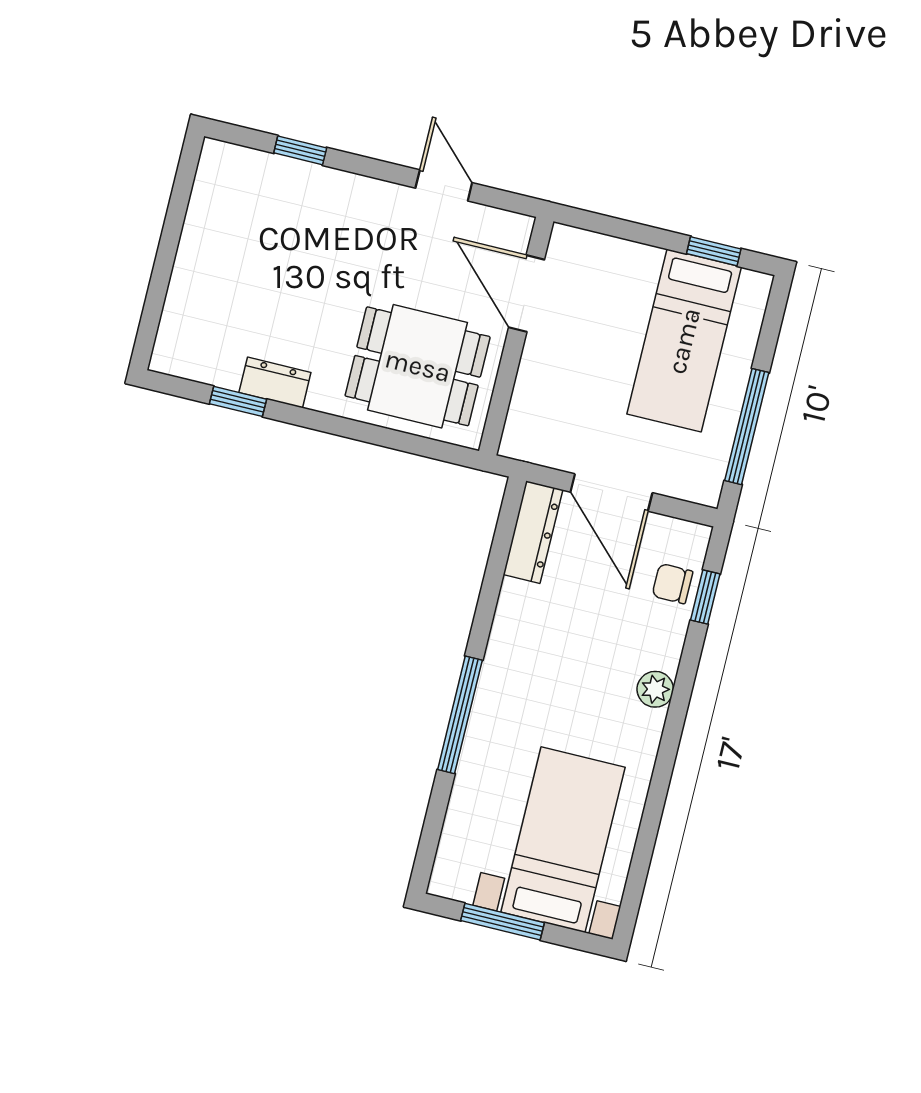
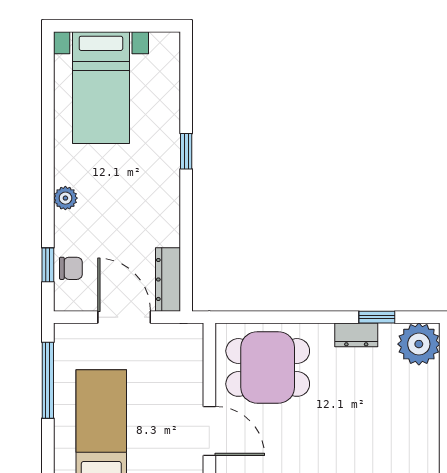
plant: (186, 347) -> (419, 344), added
window: (460, 715) -> (186, 151), width x0.46
window: (503, 922) -> (127, 26), removed

